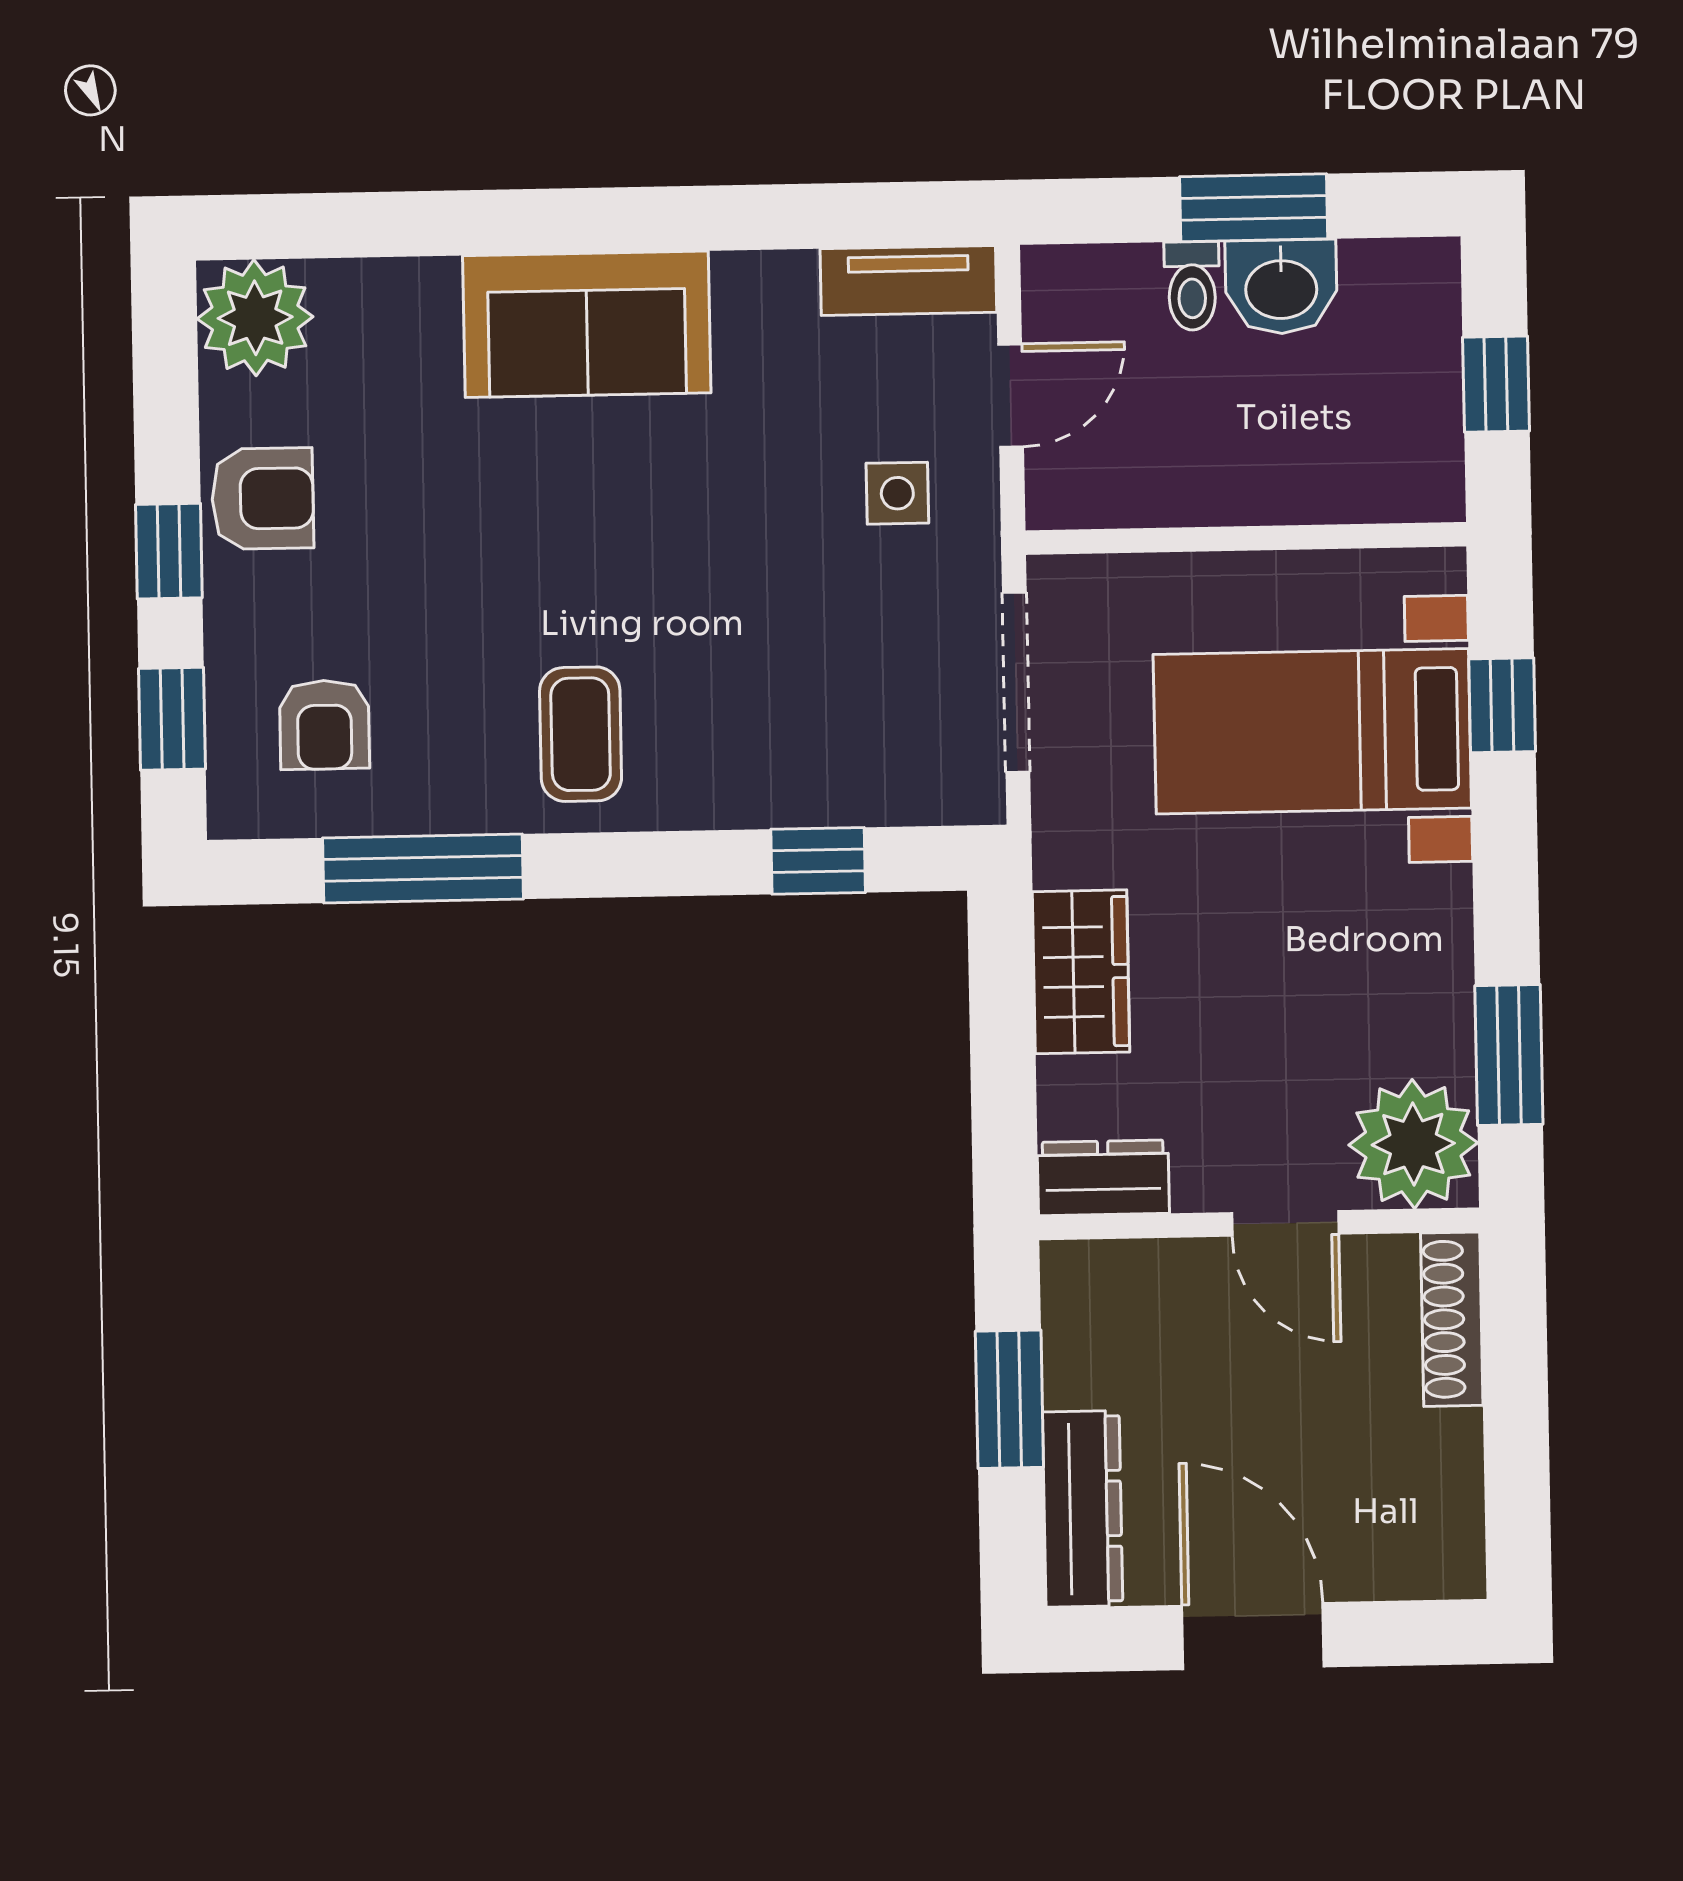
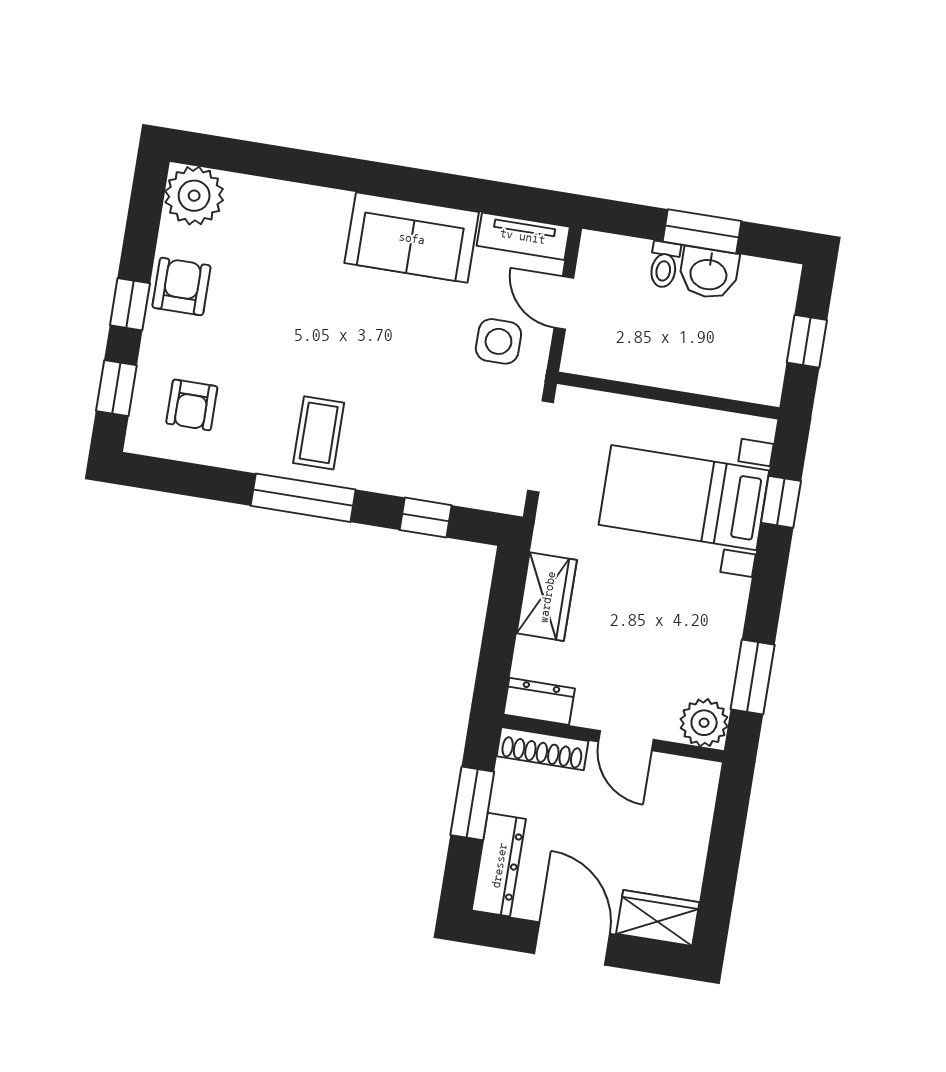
sofa: (587, 324) -> (412, 238), moved
door: (1011, 395) -> (564, 303), swing flipped
side table: (897, 493) -> (498, 341), width x1.37, depth x1.37
armchair: (263, 499) -> (181, 287), turned -90
window: (423, 869) -> (303, 498), moved
plant: (1413, 1144) -> (704, 723), width x0.73, depth x0.73
shoe rack: (1452, 1319) -> (542, 749), moved, turned -90
wardrobe: (1410, 1556) -> (658, 918), added

